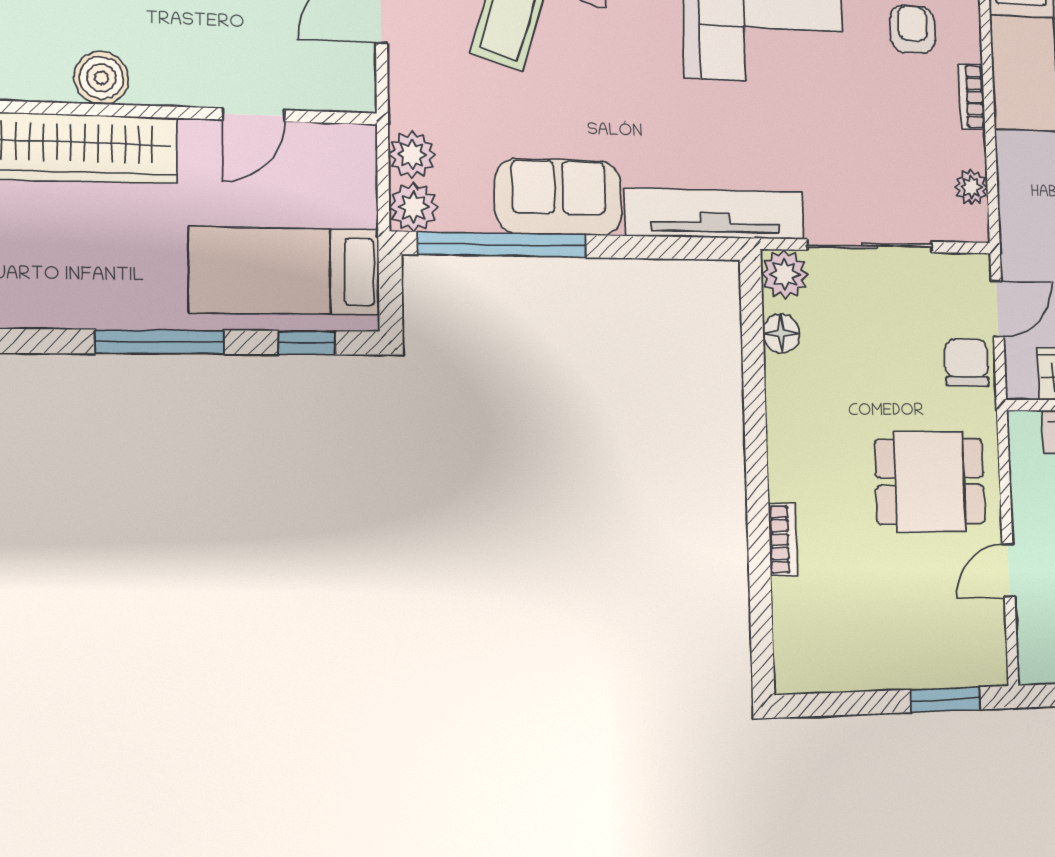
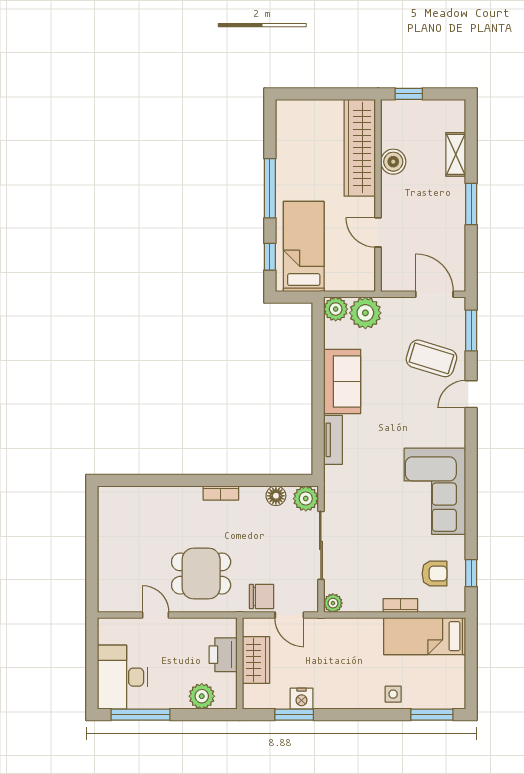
plant: (412, 155) -> (365, 313), width x1.36, depth x1.36
plant: (971, 187) -> (333, 603), moved
tv unit: (715, 214) -> (333, 440), width x0.52, depth x0.78
window: (502, 245) -> (318, 353), removed
dining table: (930, 481) -> (201, 574), turned 90
bookcase: (783, 540) -> (221, 493), moved
window: (945, 700) -> (92, 577), removed

